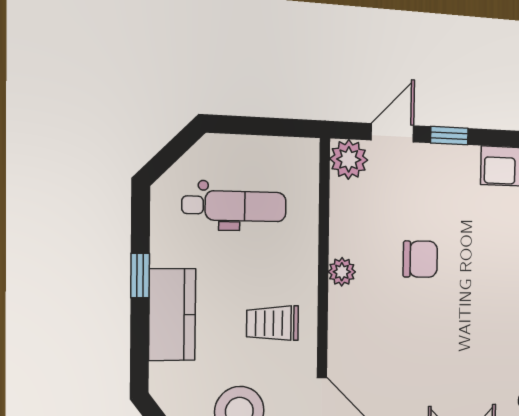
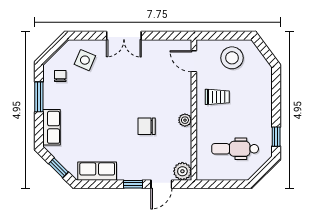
window: (140, 276) -> (276, 137), moved
kitchen counter: (172, 315) -> (262, 101), removed

